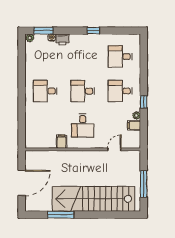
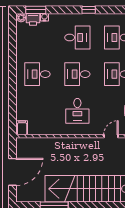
printer: (62, 39) -> (33, 19), moved
desk: (83, 57) -> (77, 38), added
filing cabinet: (62, 142) -> (22, 128), moved

